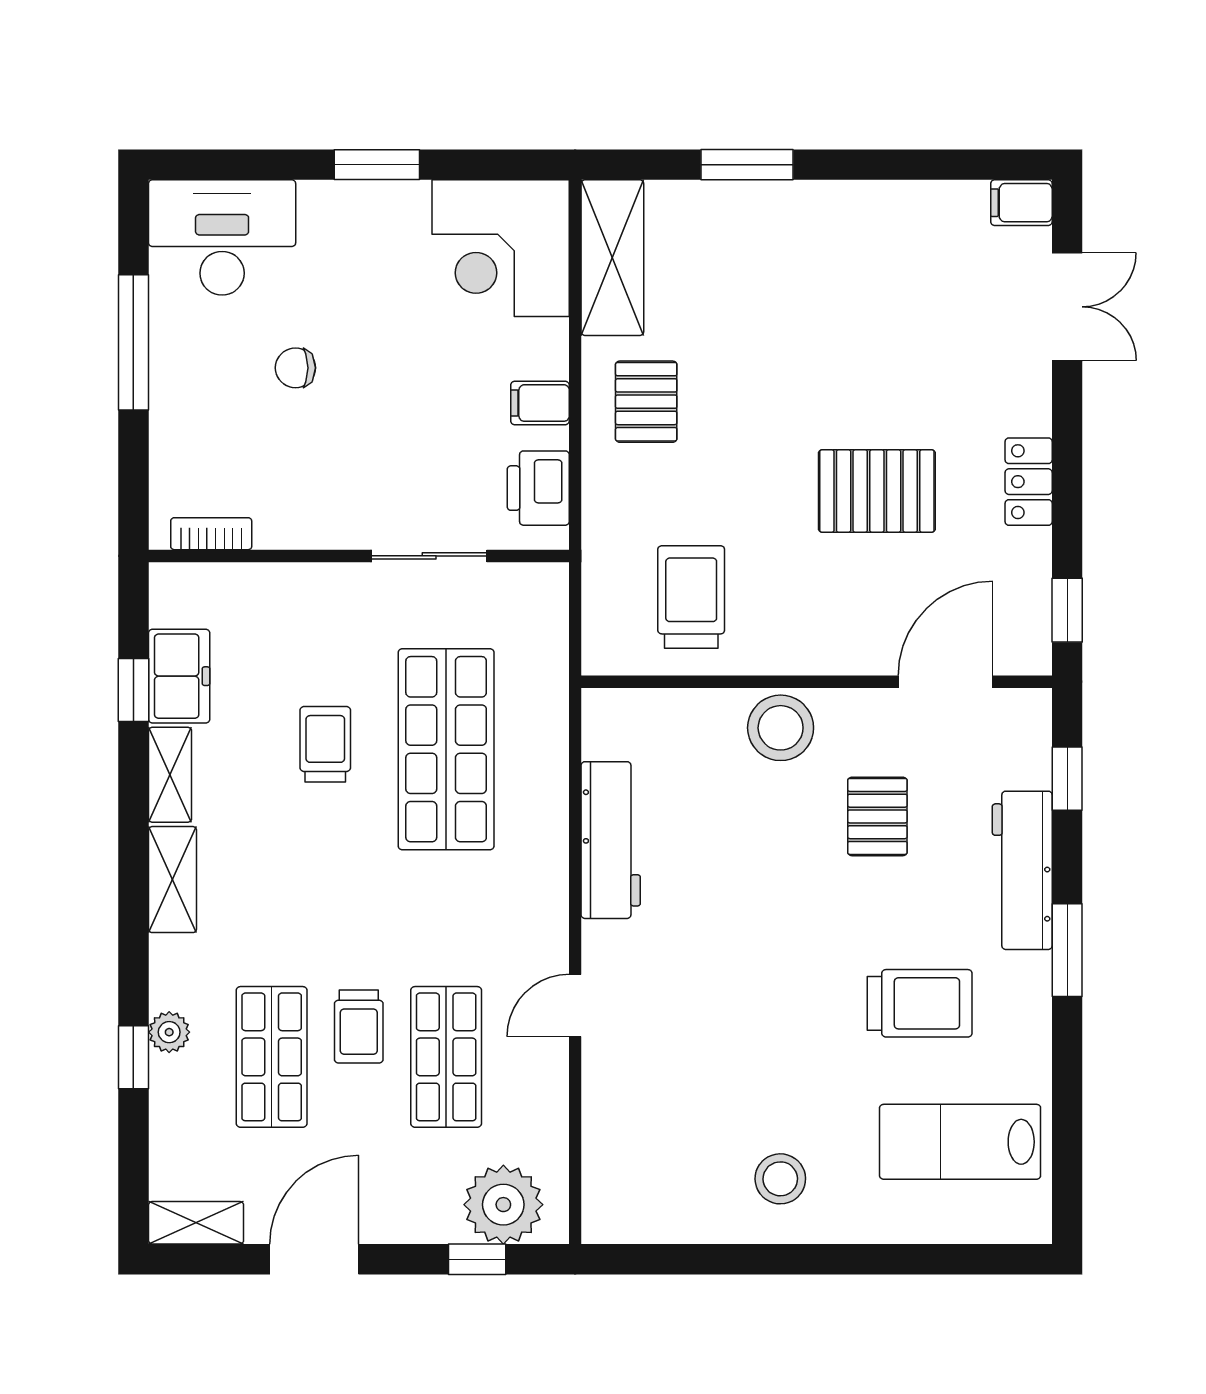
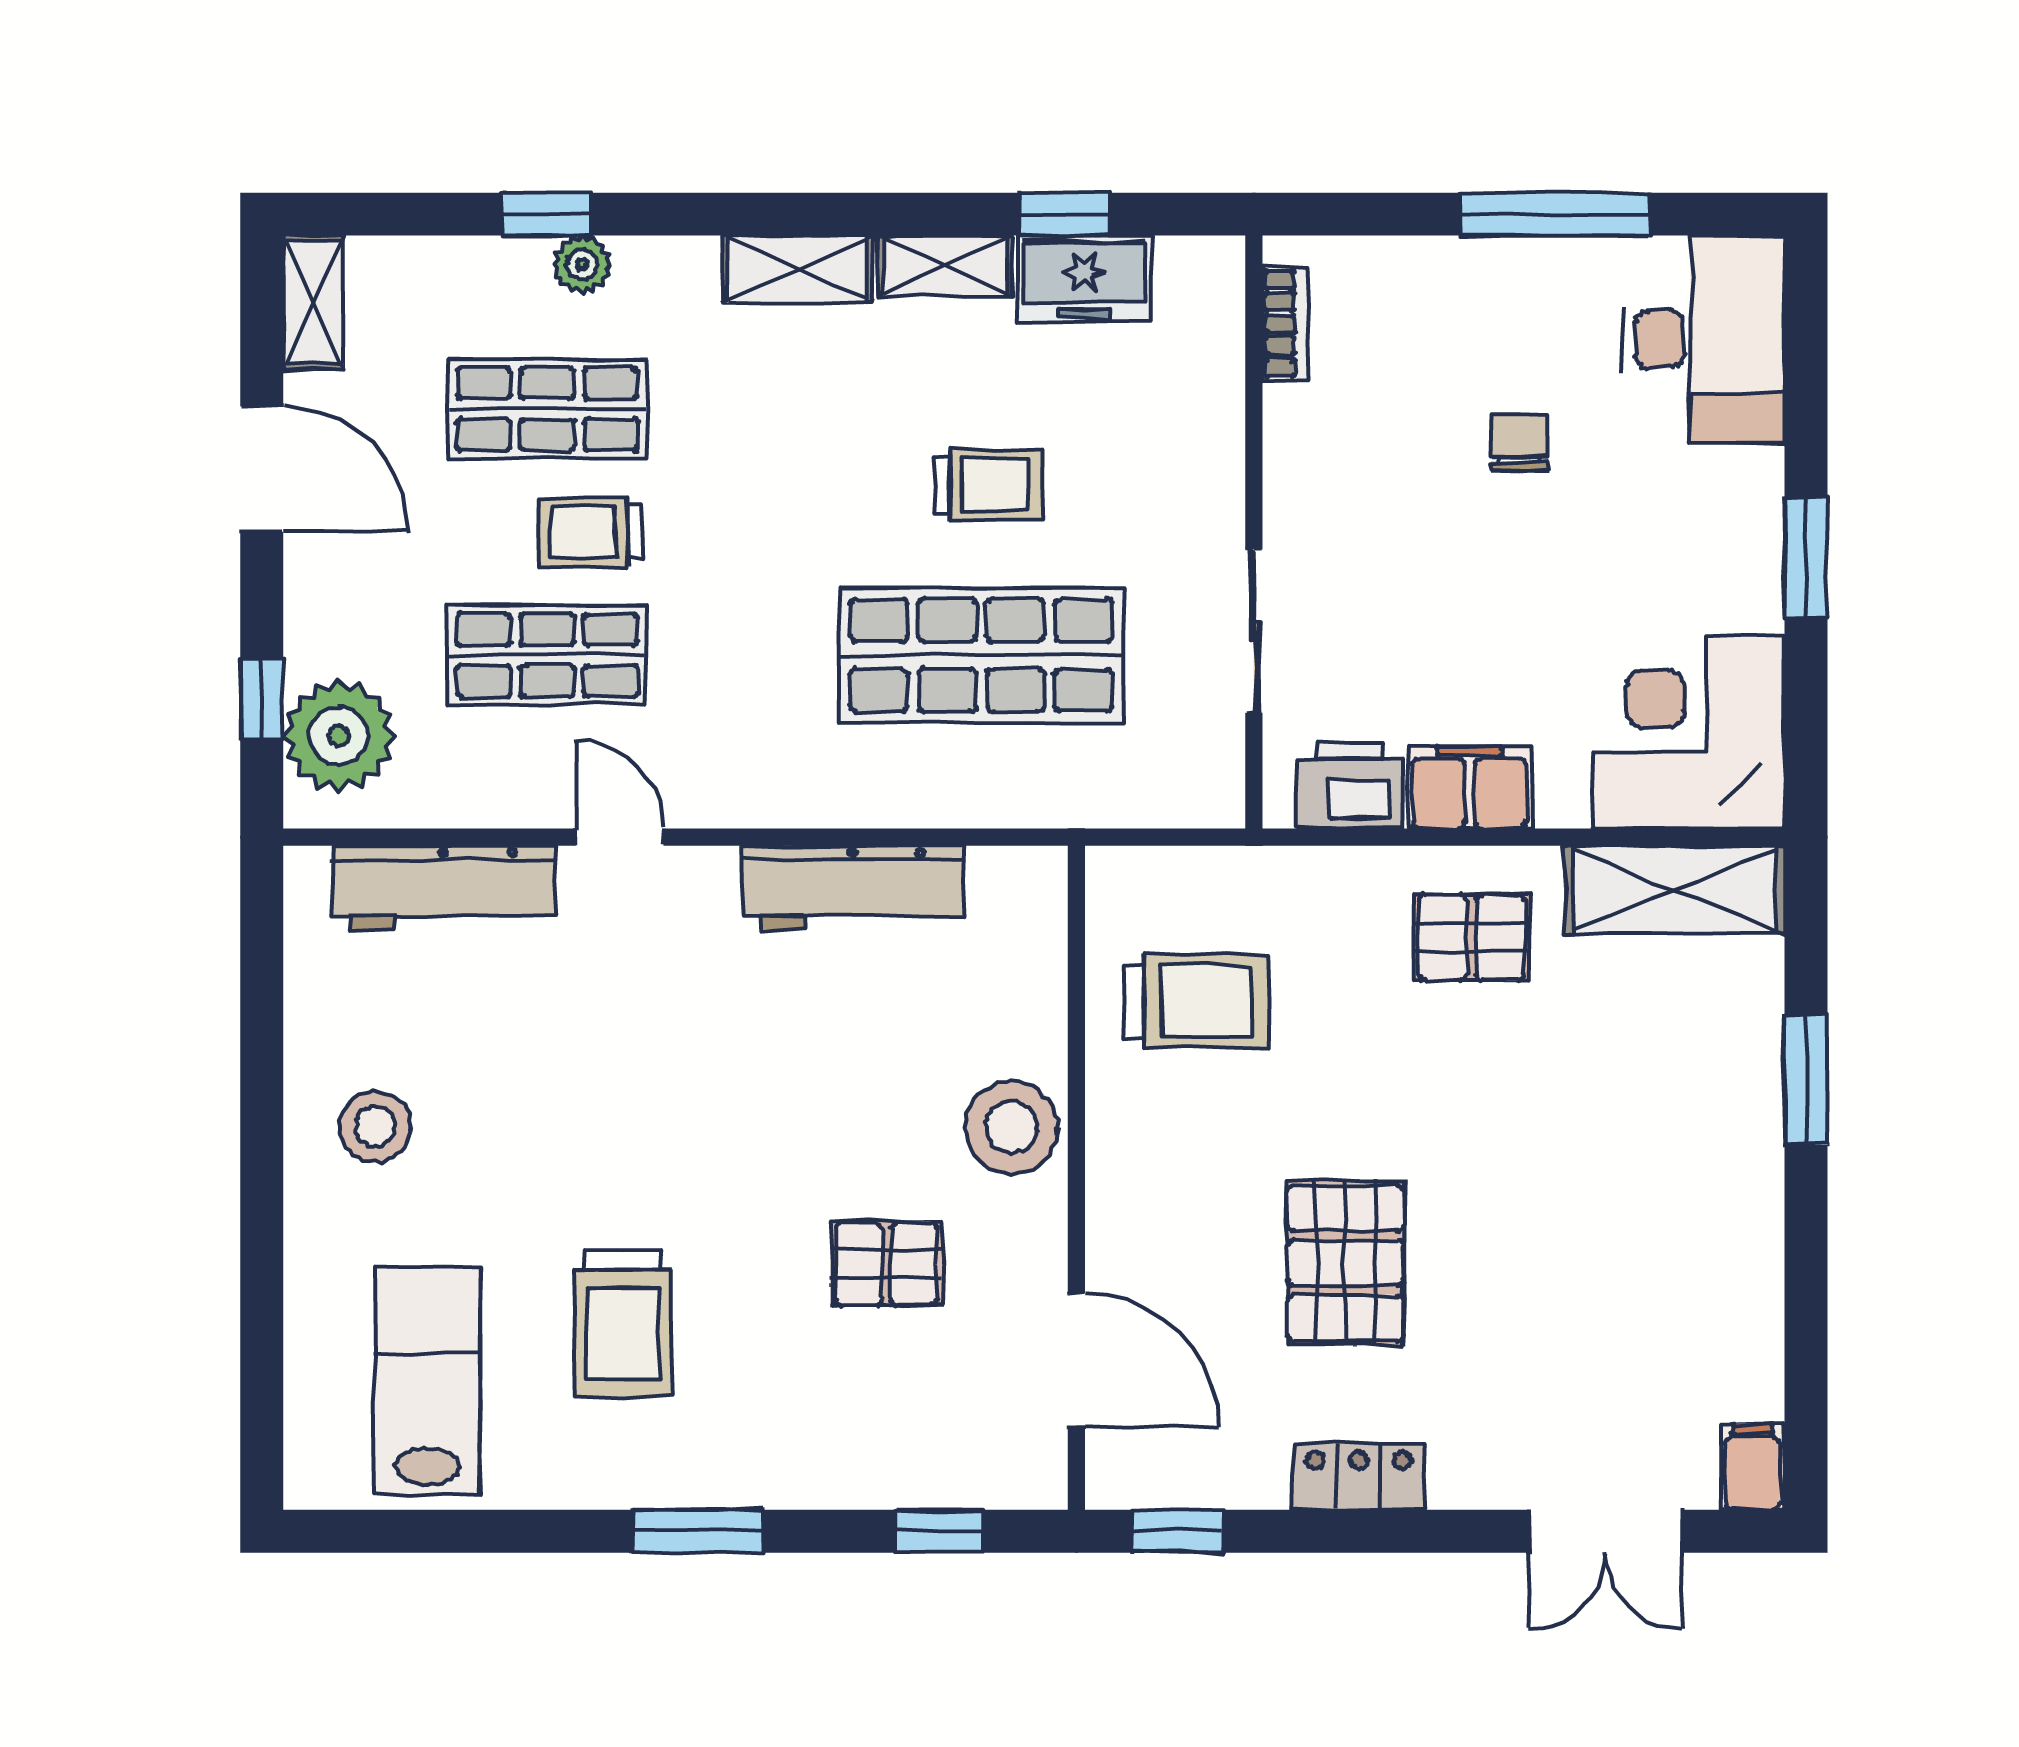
filing cabinet: (540, 403) -> (1470, 788), width x2.00
workbench: (1022, 870) -> (444, 888), moved, turned 180

